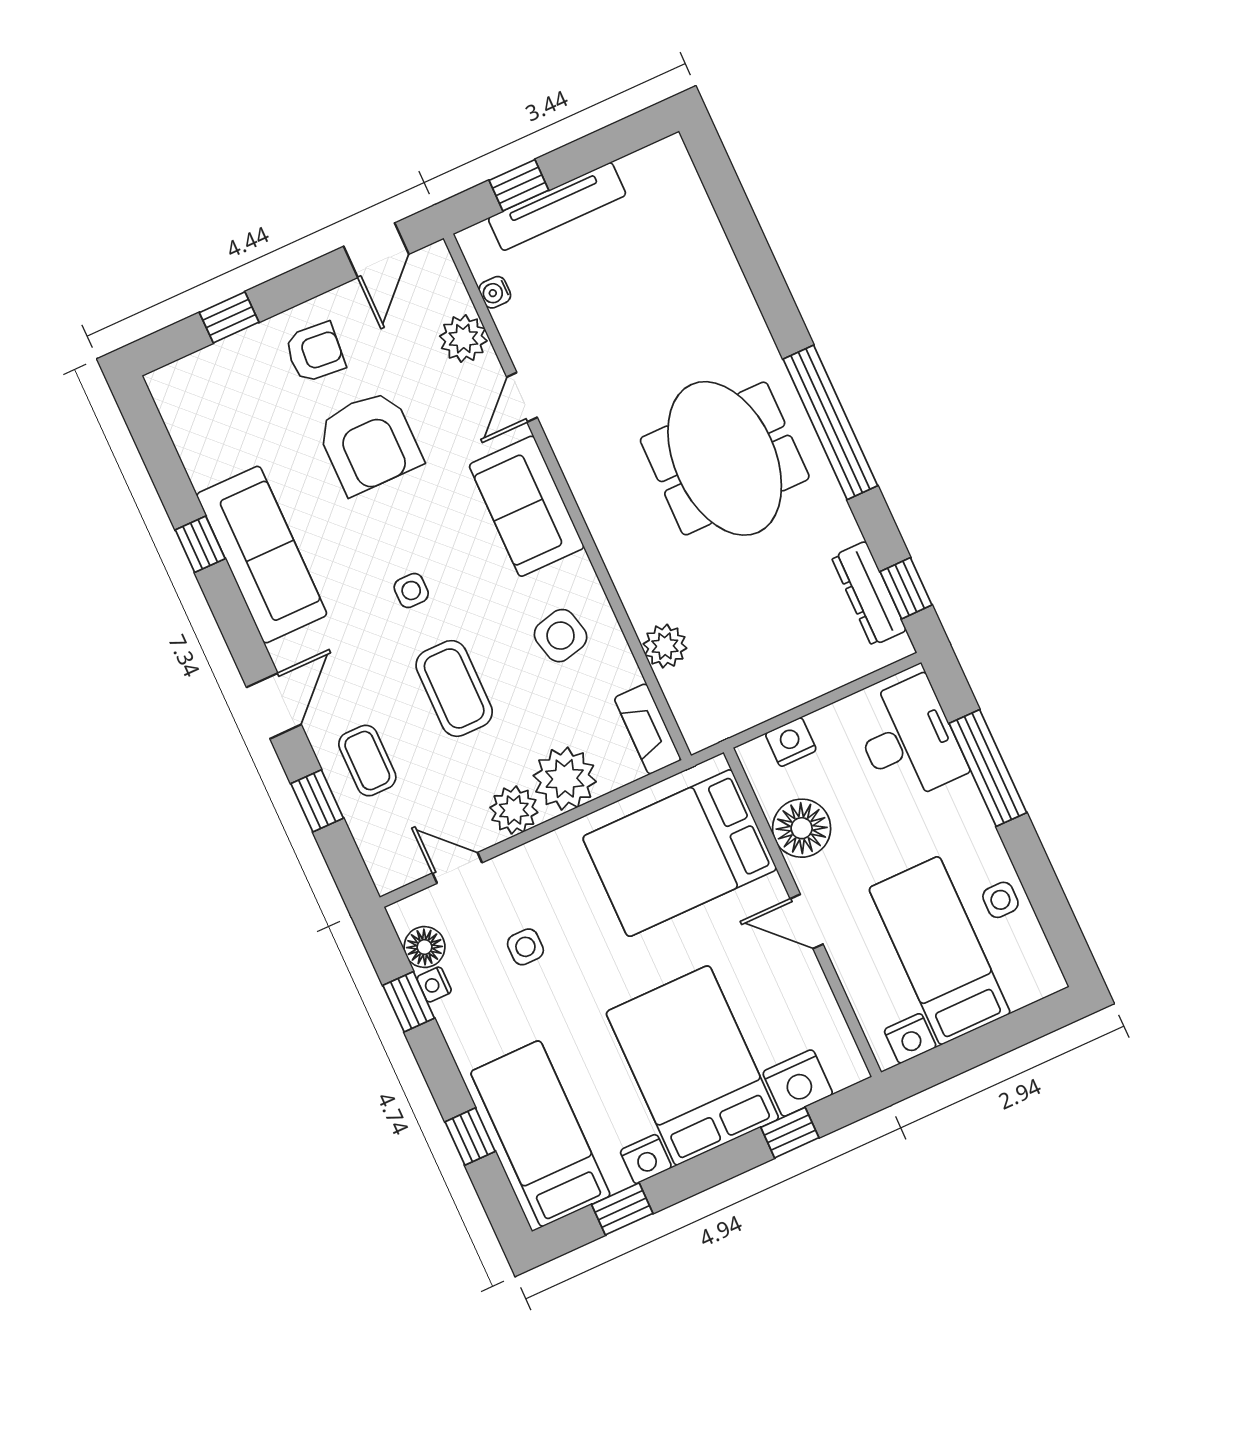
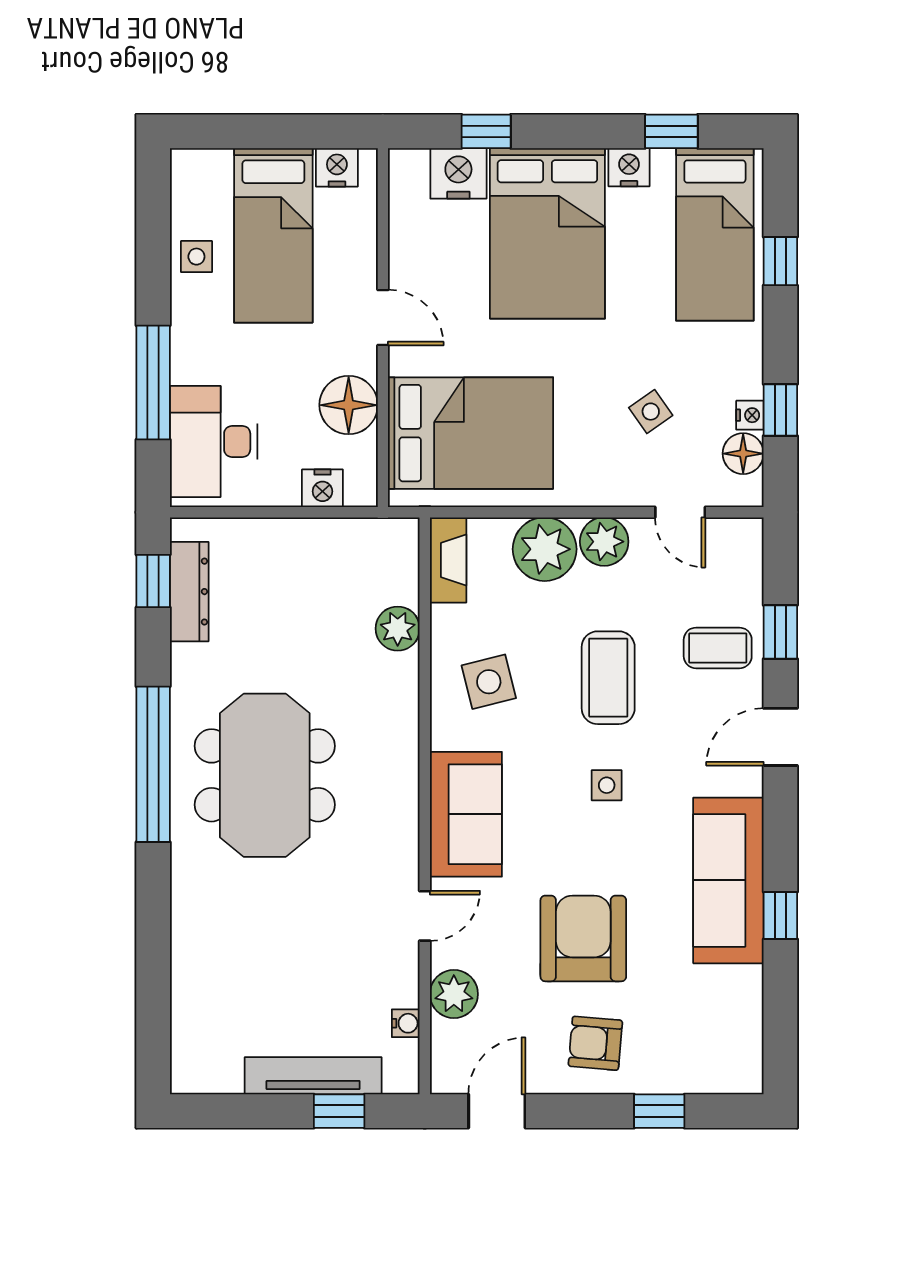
coffee table: (367, 761) -> (718, 648), turned 90
side table: (525, 947) -> (651, 412), turned -35

